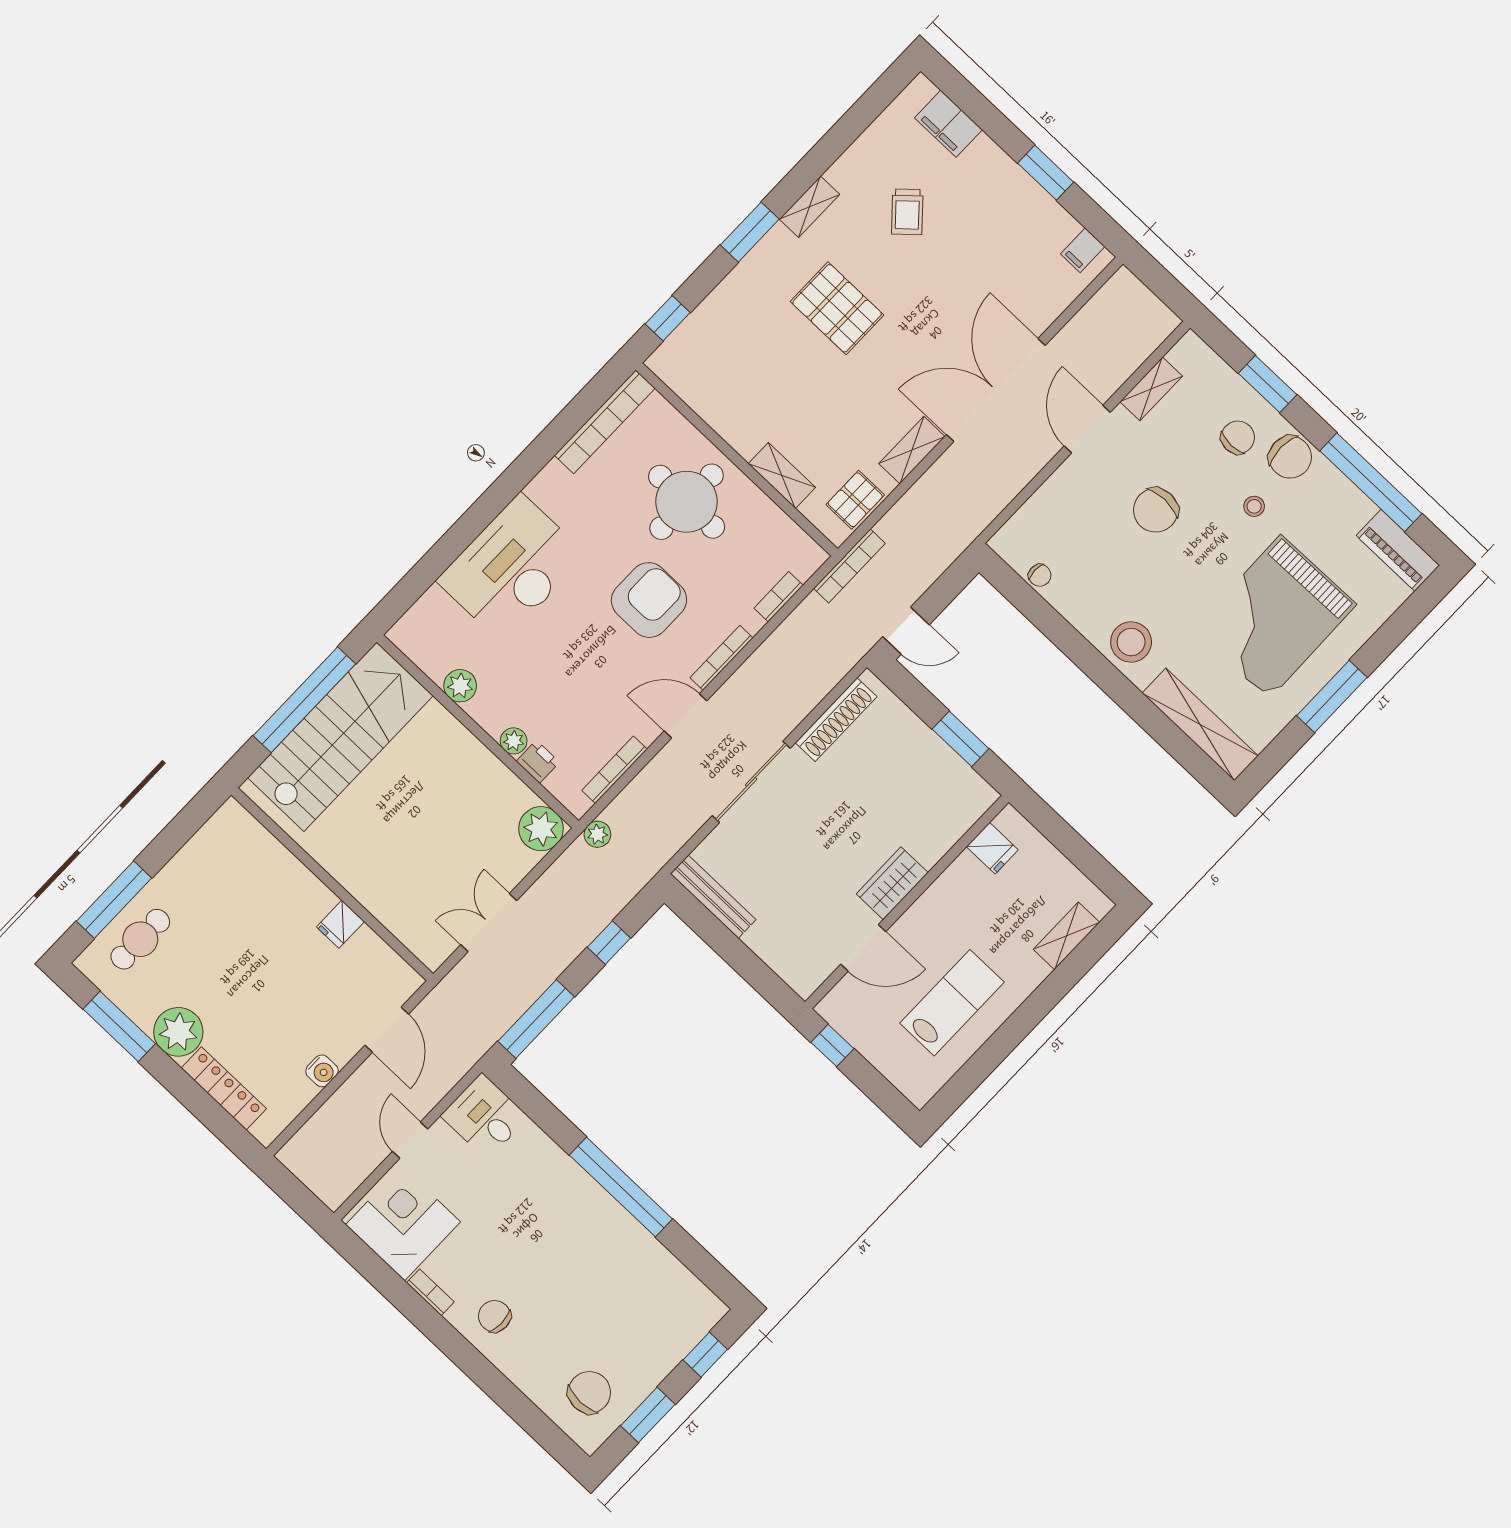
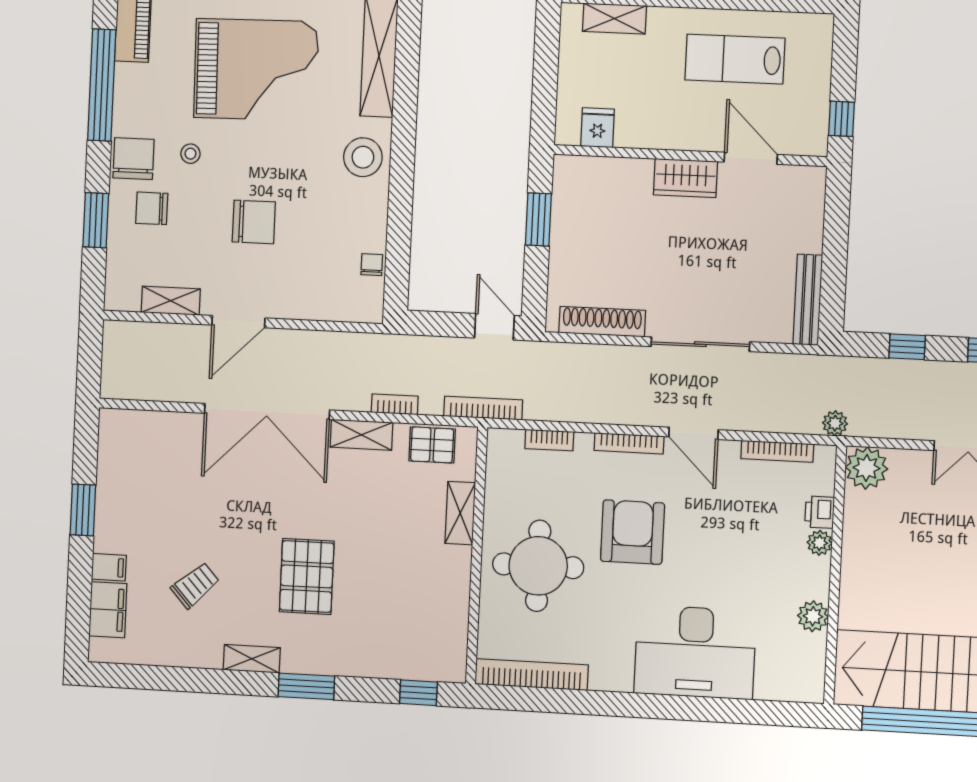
filing cabinet: (1083, 250) -> (109, 567), moved
bookcase: (913, 498) -> (395, 404), added
armchair: (649, 600) -> (632, 532), turned 90

